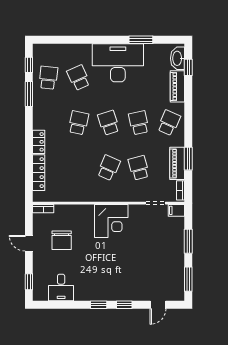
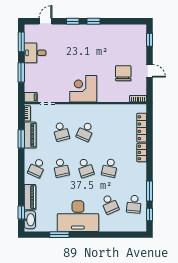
desk: (61, 287) -> (35, 53), moved, turned -90

